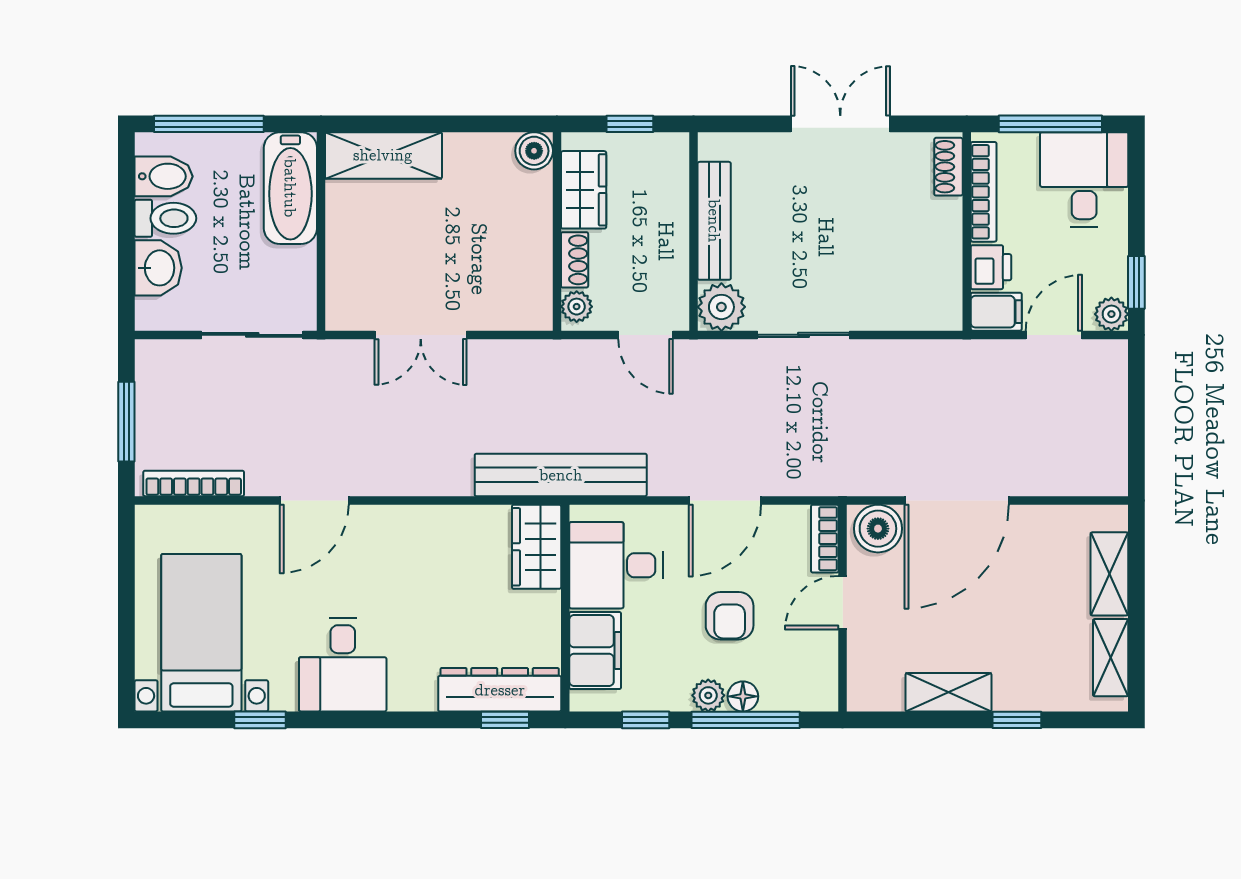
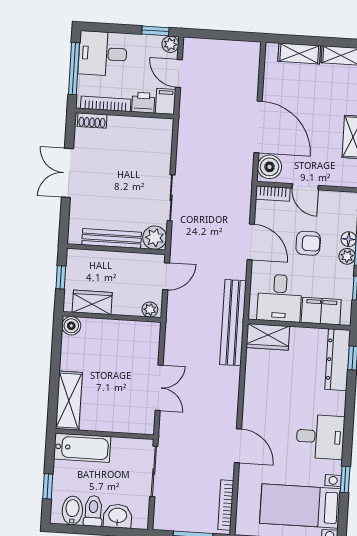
window: (209, 124) -> (48, 486), width x0.46
shoe rack: (575, 260) -> (127, 309), removed

